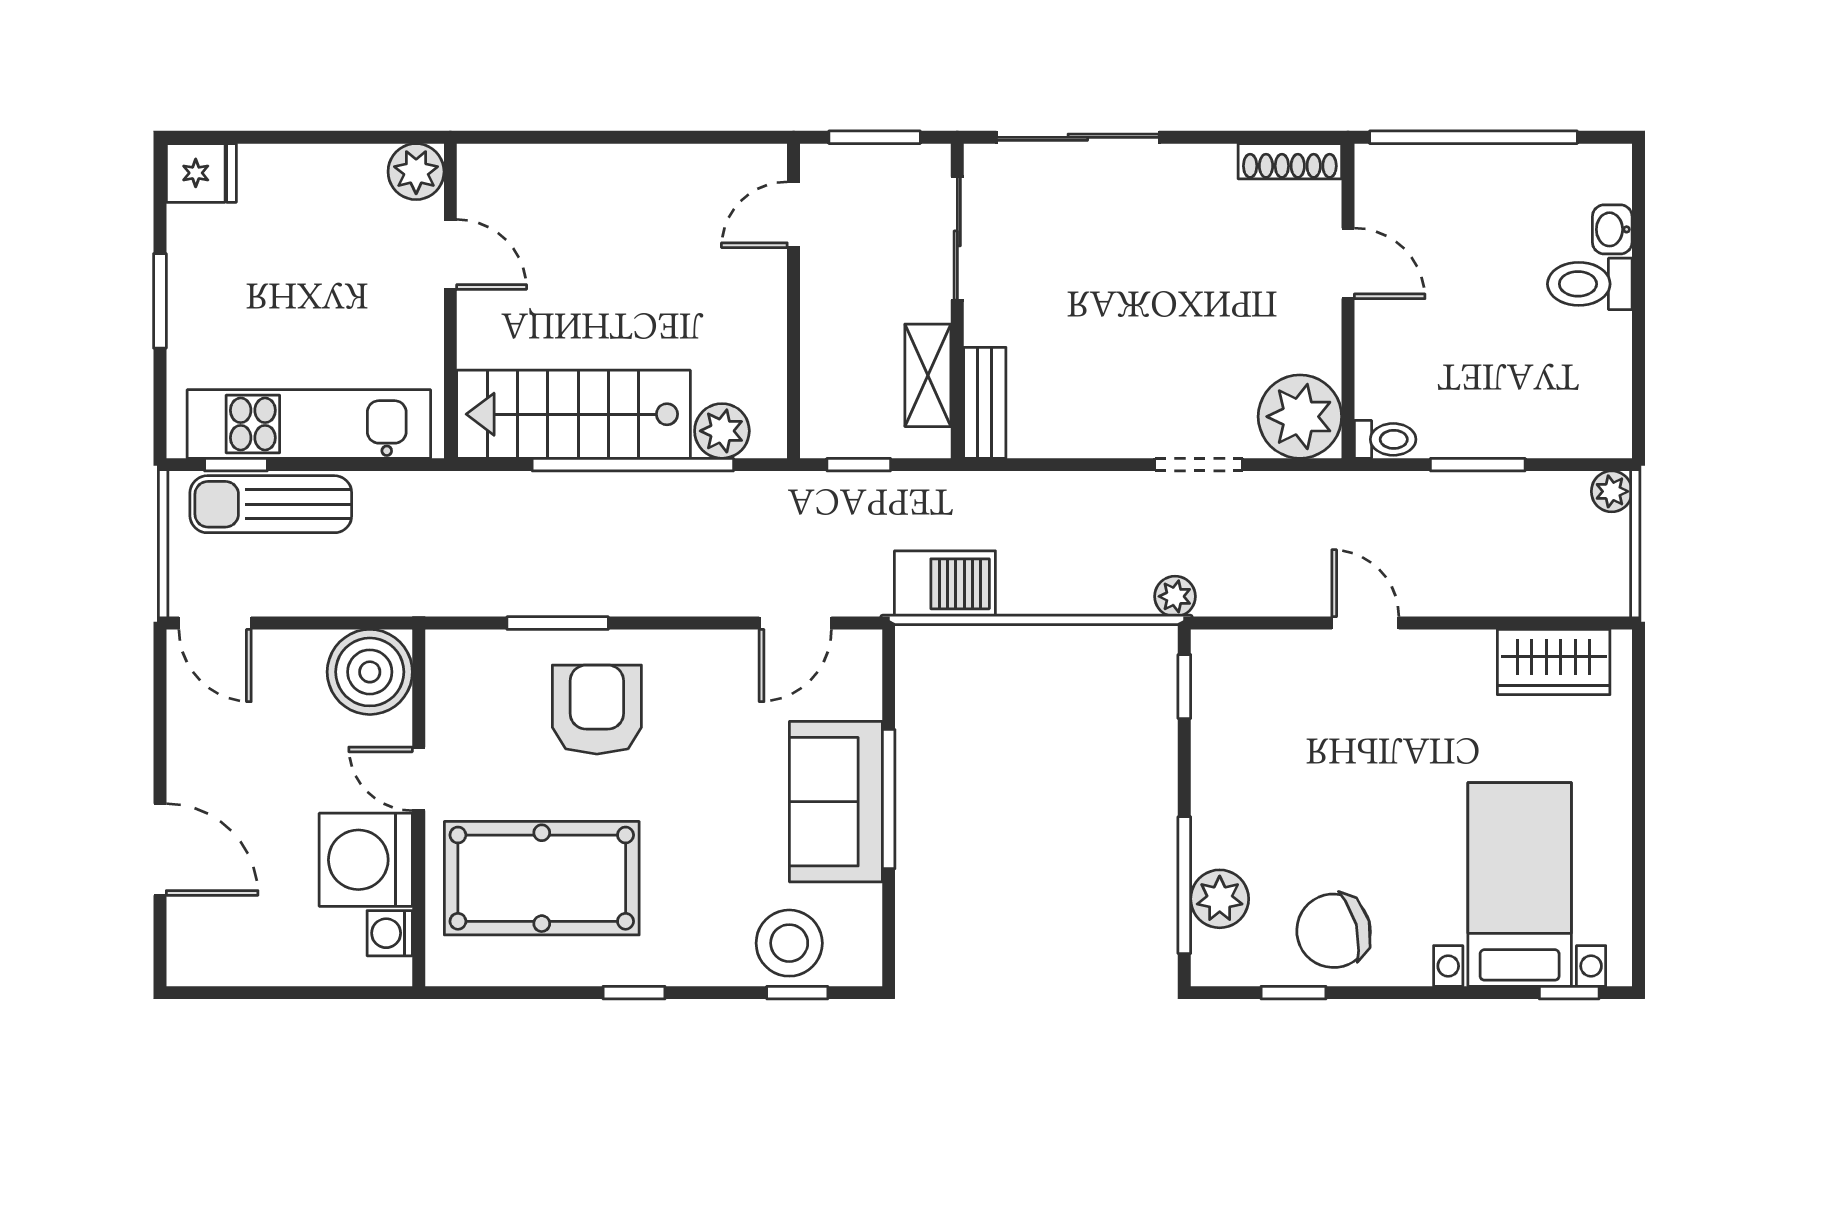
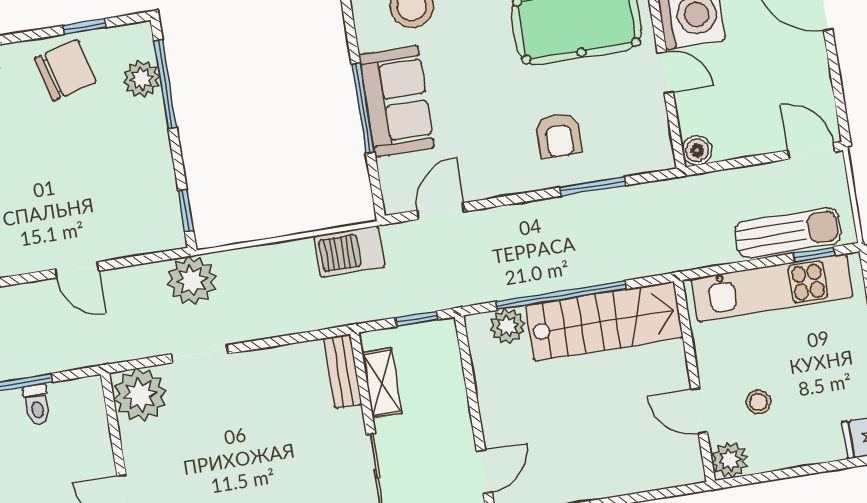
stool: (358, 253) -> (758, 402), added
toilet: (1385, 439) -> (37, 405), moved, turned -90
plant: (1175, 596) -> (192, 280), width x1.88, depth x1.88
boiler: (370, 672) -> (697, 150), width x0.54, depth x0.54
armchair: (597, 710) -> (559, 135), width x0.72, depth x0.72

